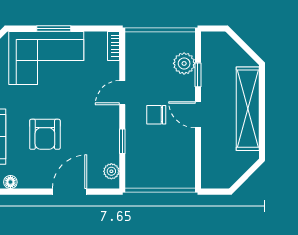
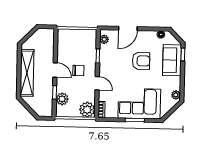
plant: (139, 45) -> (87, 110), added
door: (122, 93) -> (97, 83), hinge flipped
armchair: (45, 134) -> (141, 61), turned 90

